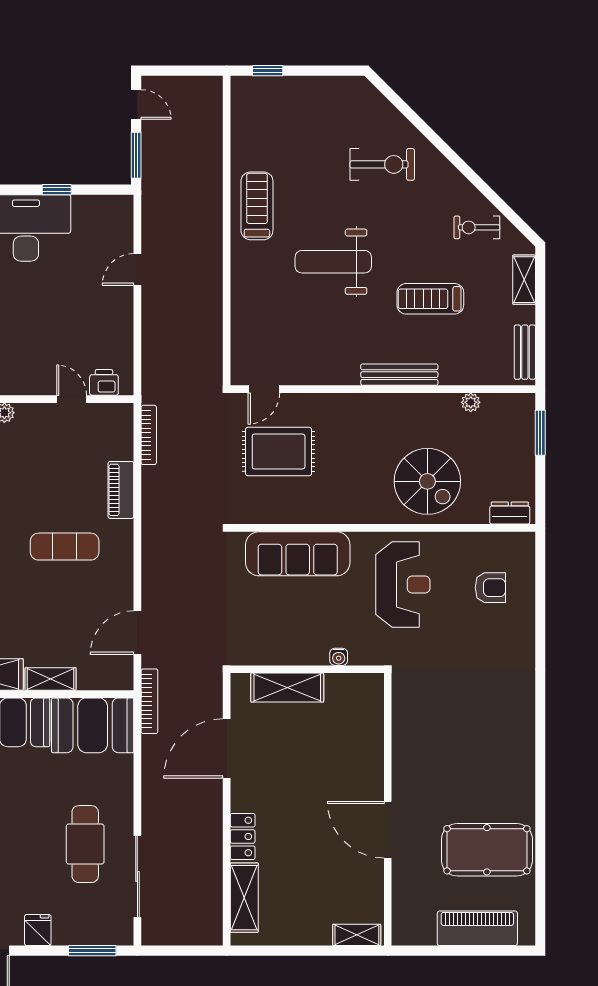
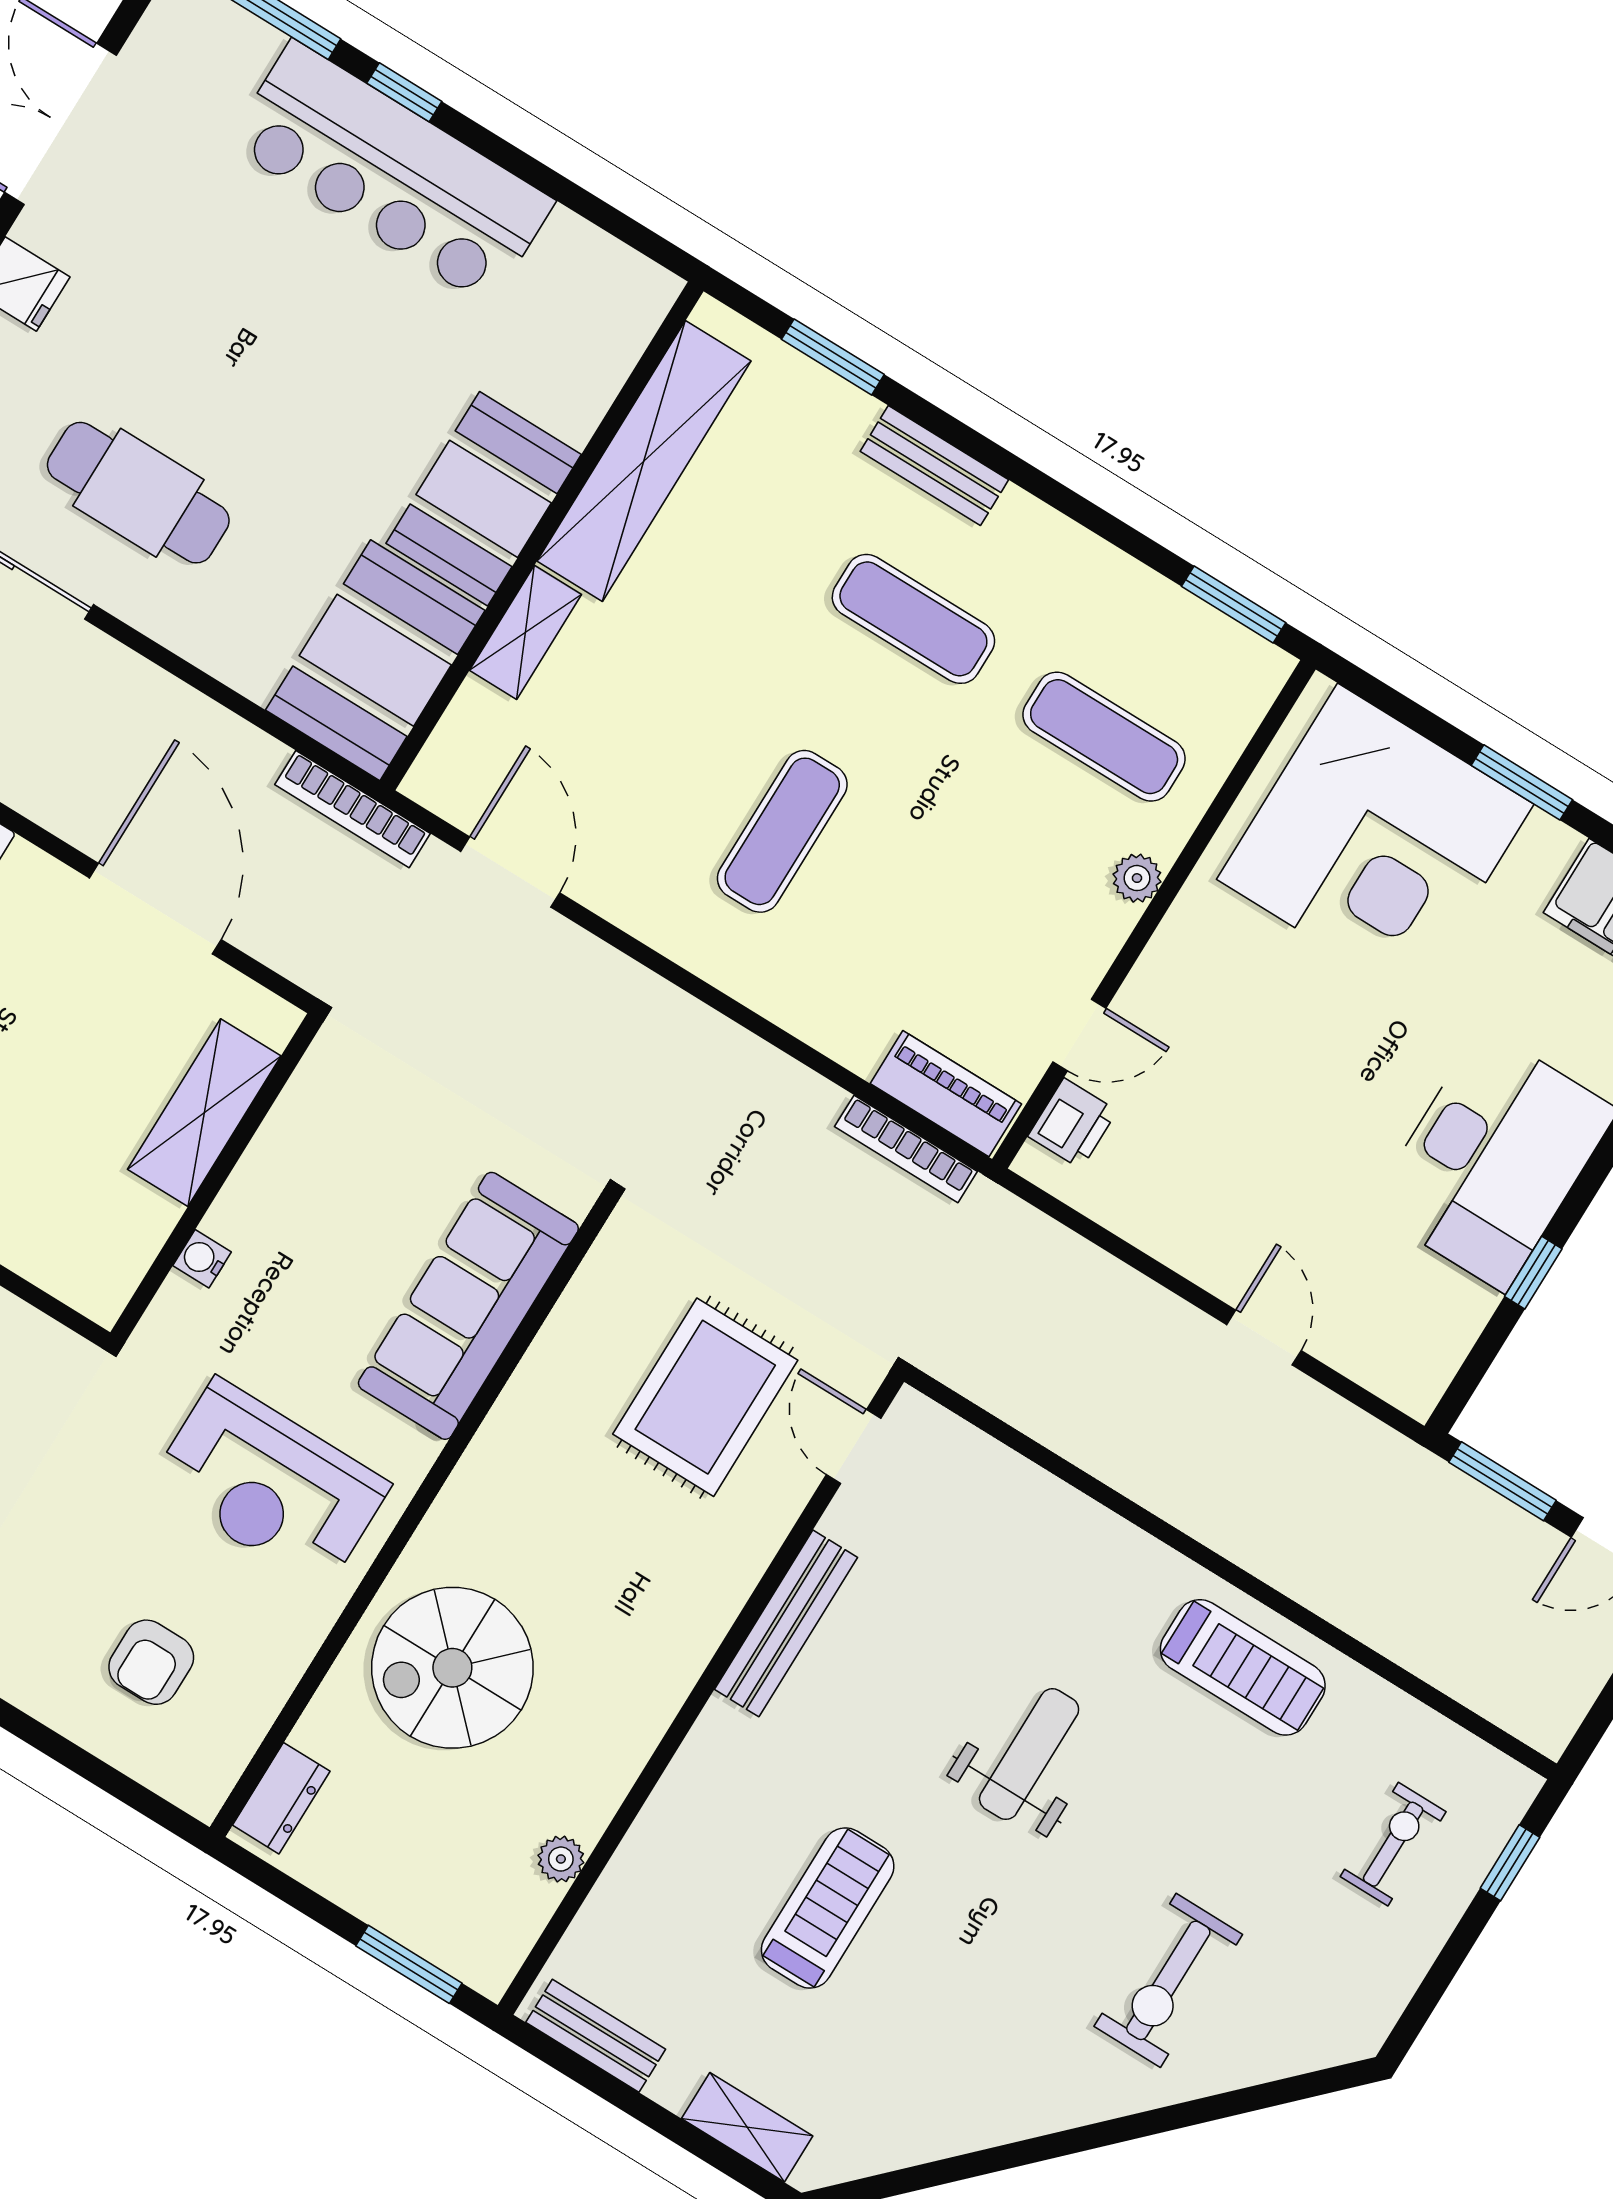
exercise bike: (477, 227) -> (1393, 1844), moved
weight bench: (333, 262) -> (1029, 1754), width x0.73, depth x0.75
bench: (399, 375) -> (786, 1623), moved
piano: (121, 490) -> (946, 1094), moved

